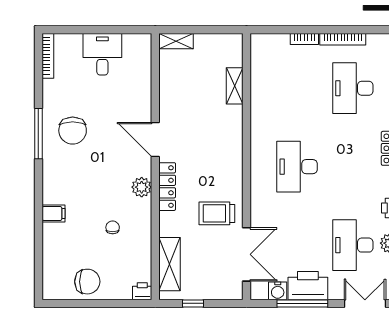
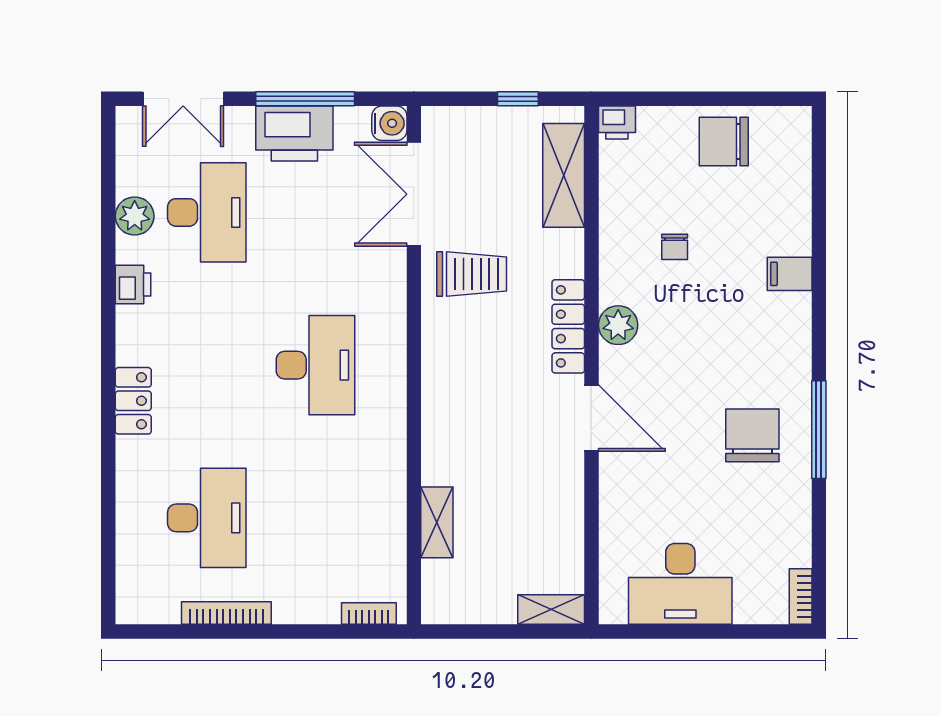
bookcase: (304, 39) -> (369, 614), moved
desk: (102, 54) -> (680, 584), width x1.37
bookcase: (48, 56) -> (801, 597), width x0.64
water cooler: (278, 291) -> (389, 123), moved, turned 90

